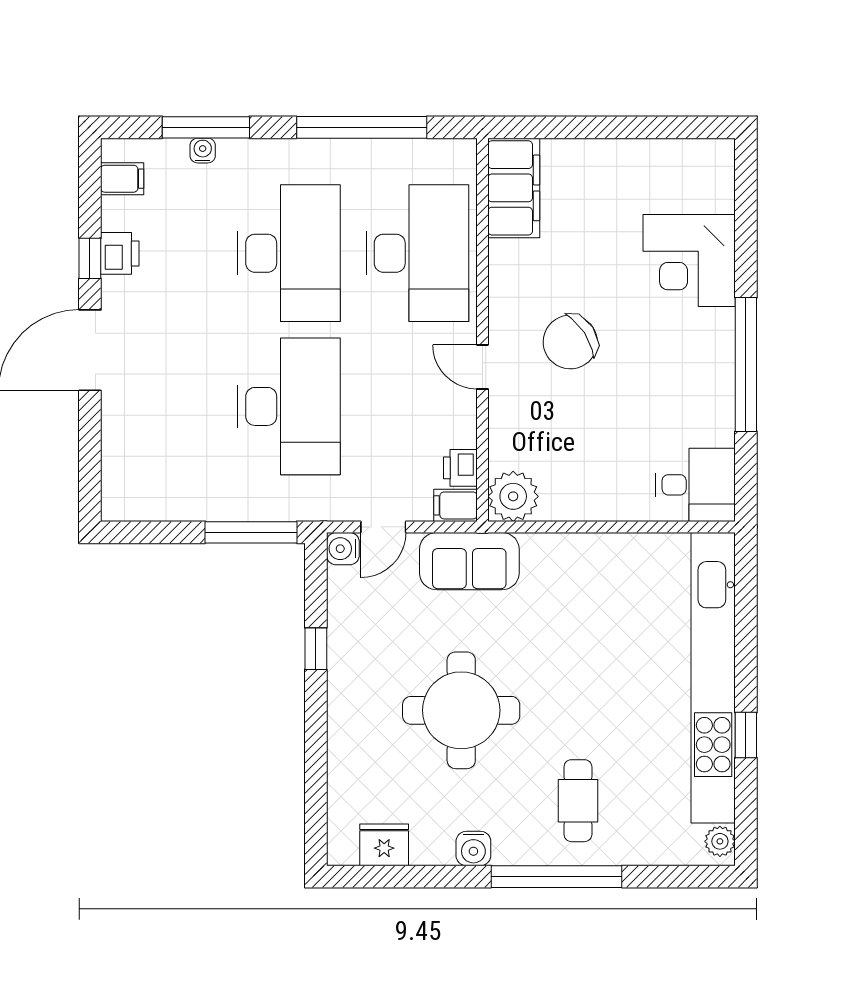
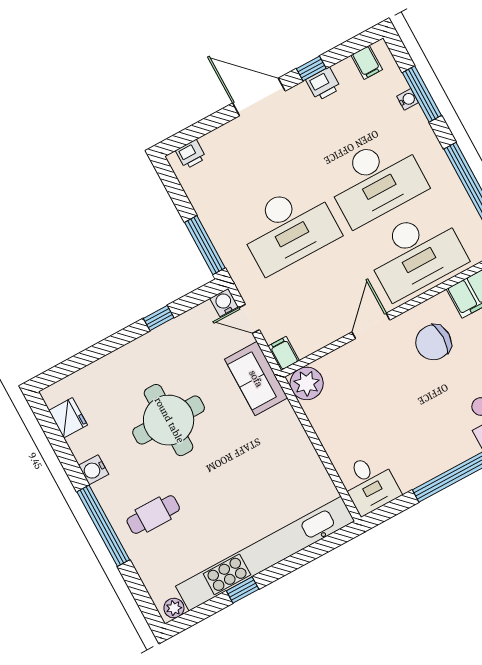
chair: (570, 342) -> (433, 342), moved, turned -57
door: (482, 367) -> (371, 326), width x1.38
printer: (460, 468) -> (191, 154), moved, turned 180

